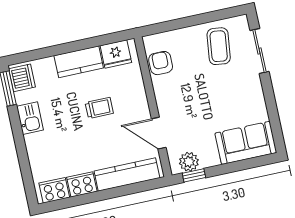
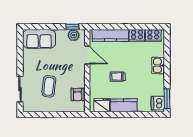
coffee table: (219, 46) -> (49, 86), moved
kitchen sink: (30, 118) -> (158, 65), moved

